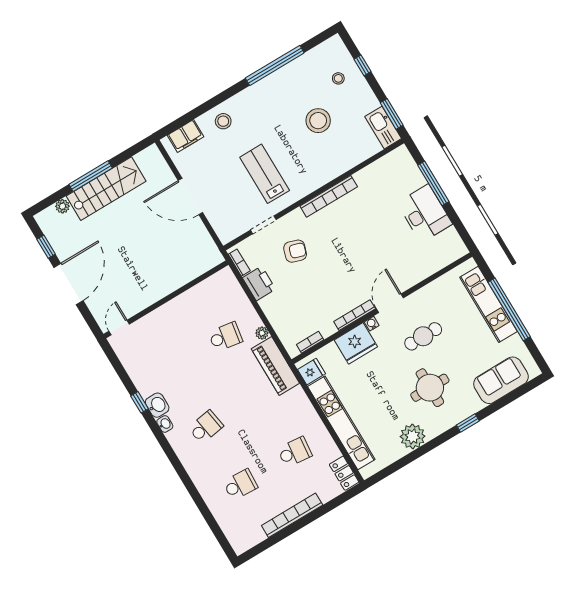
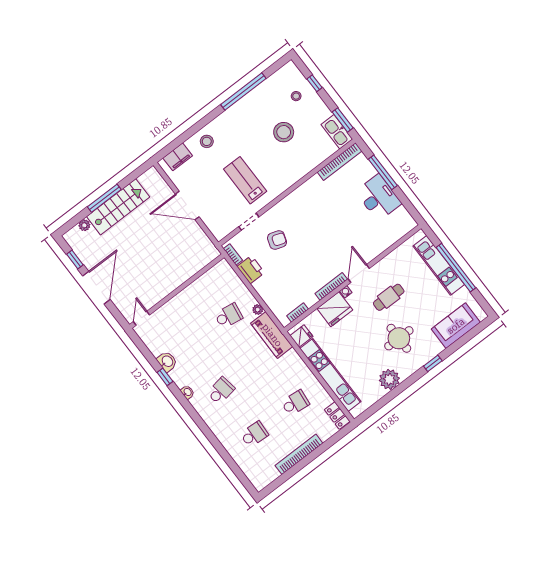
bookcase: (329, 196) -> (340, 162), moved
washbasin: (157, 405) -> (167, 361), moved

